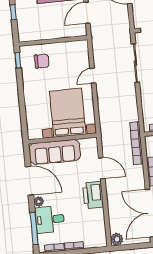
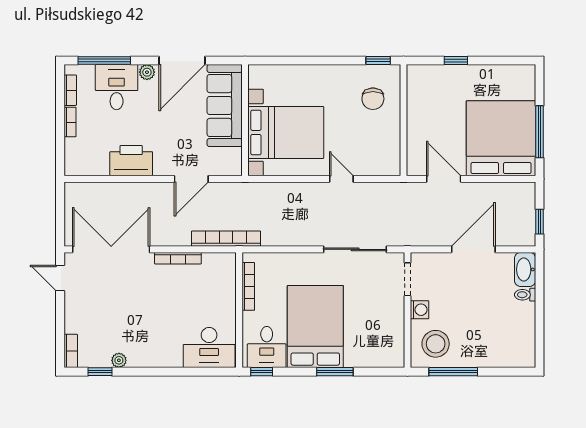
printer: (93, 195) -> (131, 161), moved
plant: (117, 239) -> (74, 192), removed

